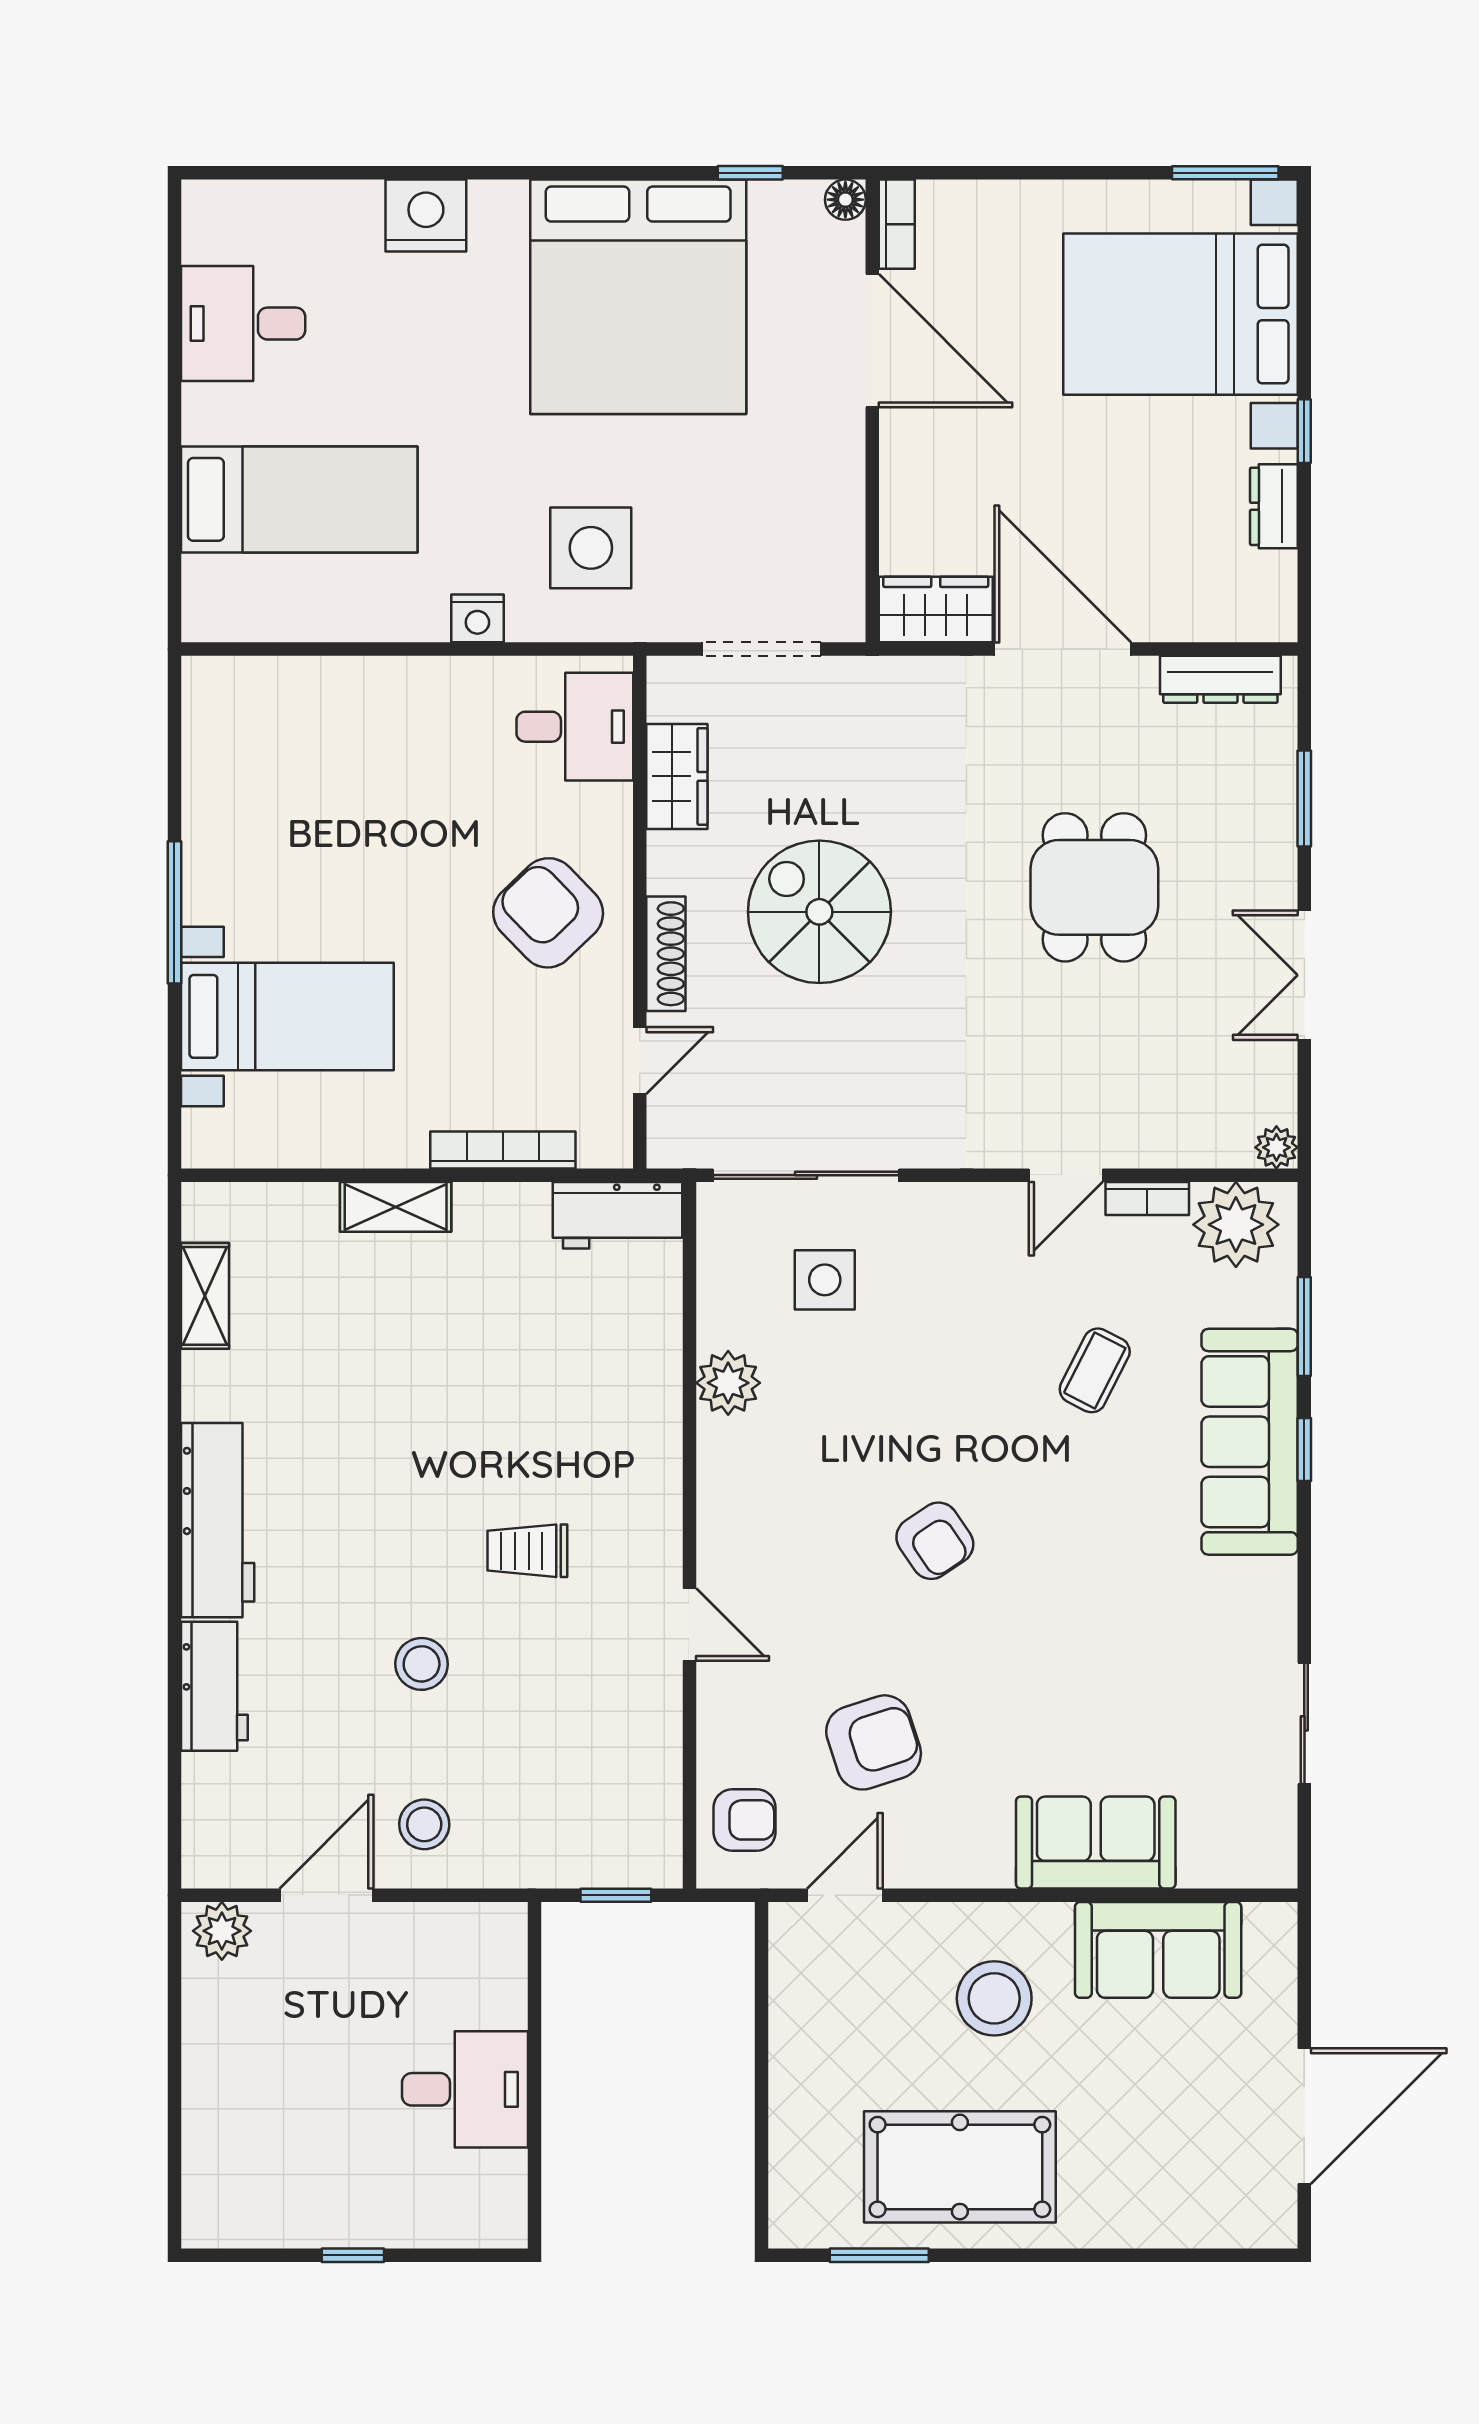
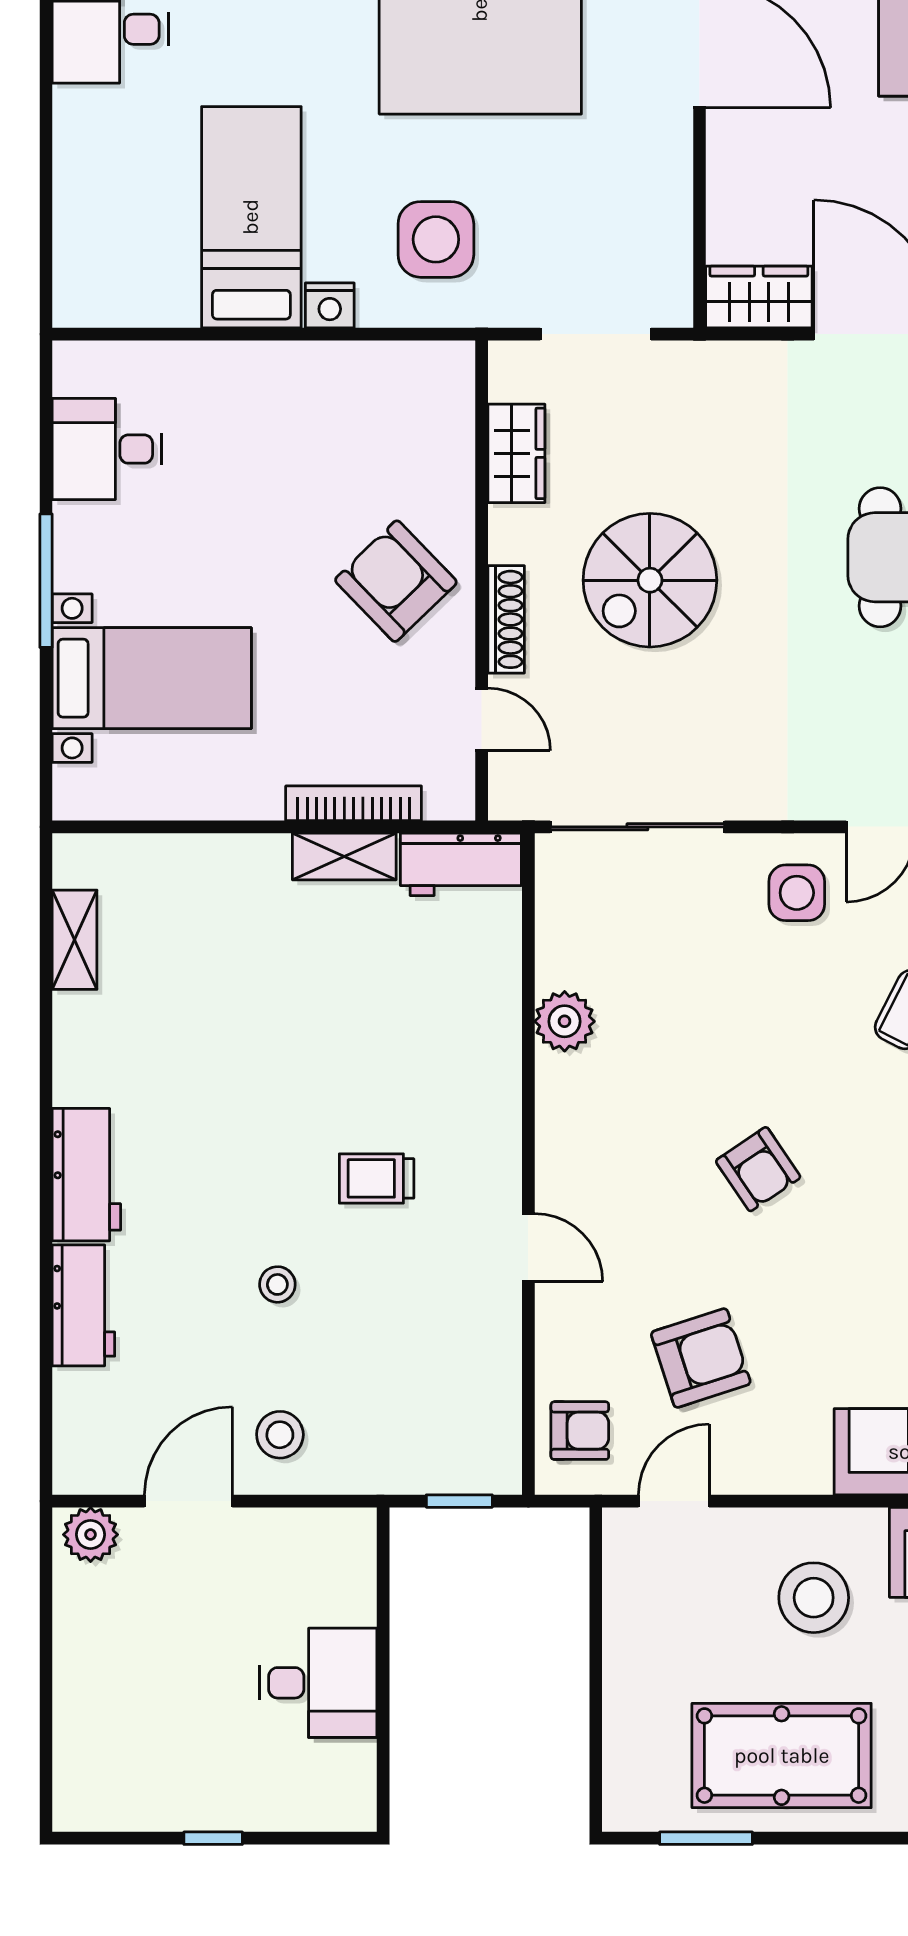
bed: (299, 499) -> (251, 217), moved, turned -90
desk: (575, 727) -> (107, 449), moved, turned 180
spiral stairs: (819, 912) -> (650, 580), turned -90
door: (640, 1060) -> (482, 719), hinge flipped
shelving: (396, 1207) -> (344, 856), moved
side table: (825, 1280) -> (797, 893), moved
workbench: (218, 1520) -> (86, 1175), width x0.73
stool: (422, 1664) -> (277, 1284), width x0.73, depth x0.73

